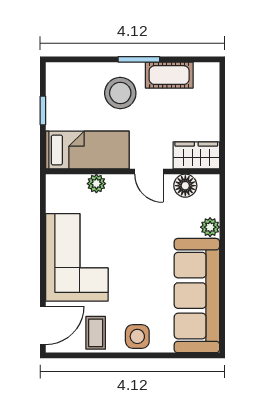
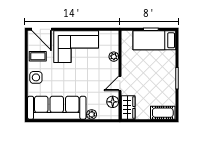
cot: (169, 75) -> (163, 113), moved, turned 90
stool: (120, 93) -> (160, 69), removed
bed: (87, 150) -> (154, 40), moved, turned 90

